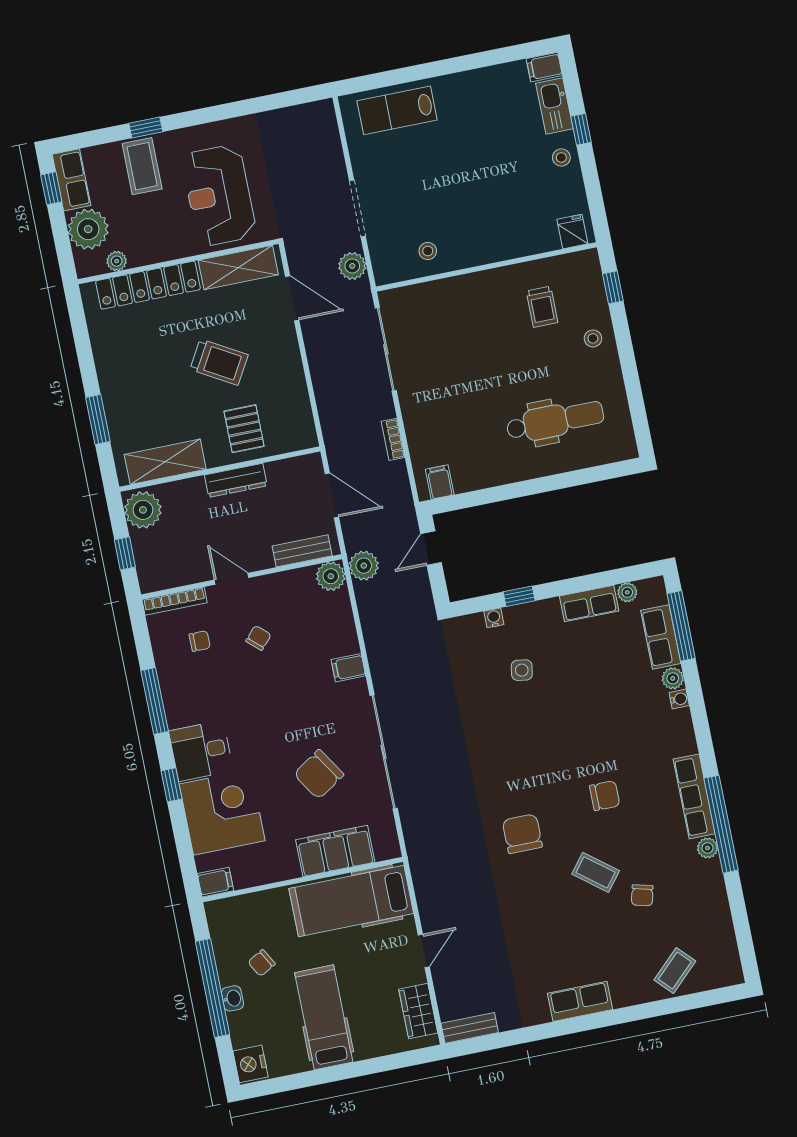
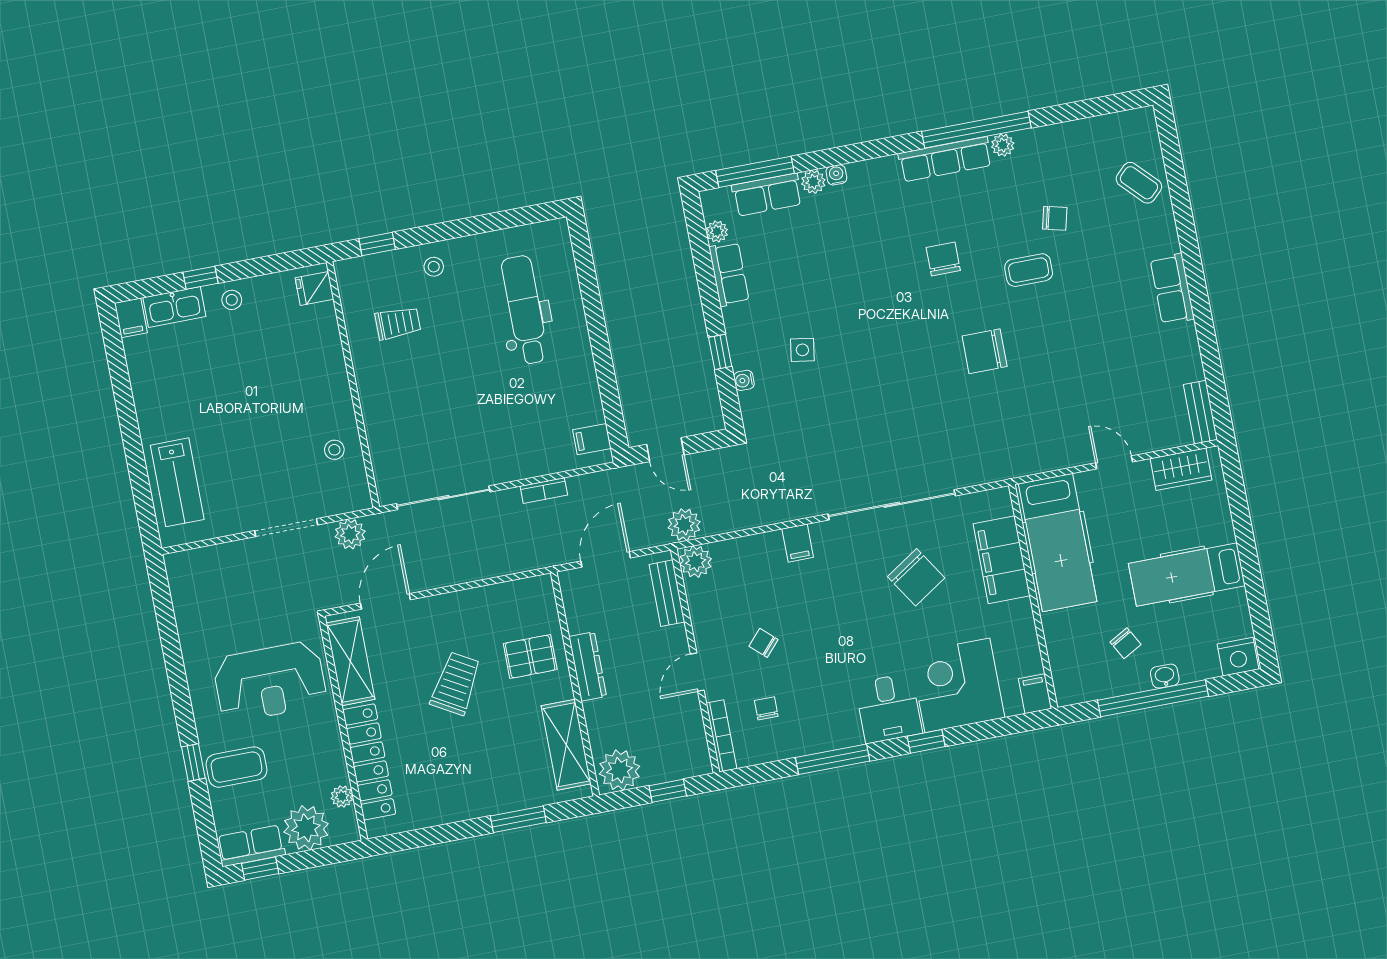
coffee table: (596, 872) -> (1029, 270), turned 52

